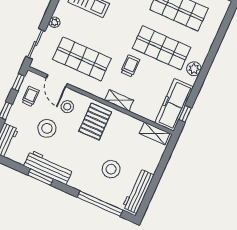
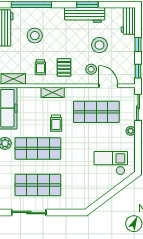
trolley: (30, 96) -> (40, 67), moved
pallet: (95, 122) -> (64, 67), width x0.67, depth x0.71

